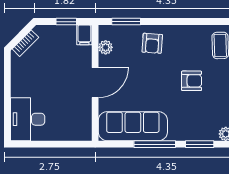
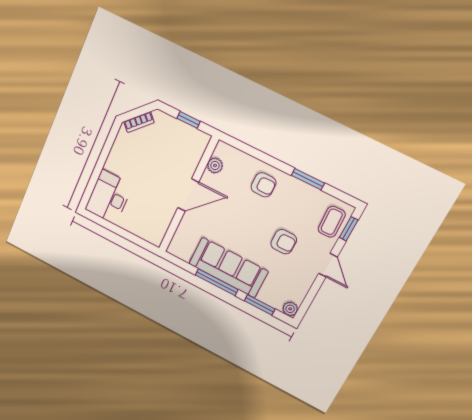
window: (126, 22) -> (308, 179), moved
filing cabinet: (84, 35) -> (200, 142), removed
armchair: (152, 43) -> (264, 185), turned -94
sofa: (133, 126) -> (228, 268), moved

